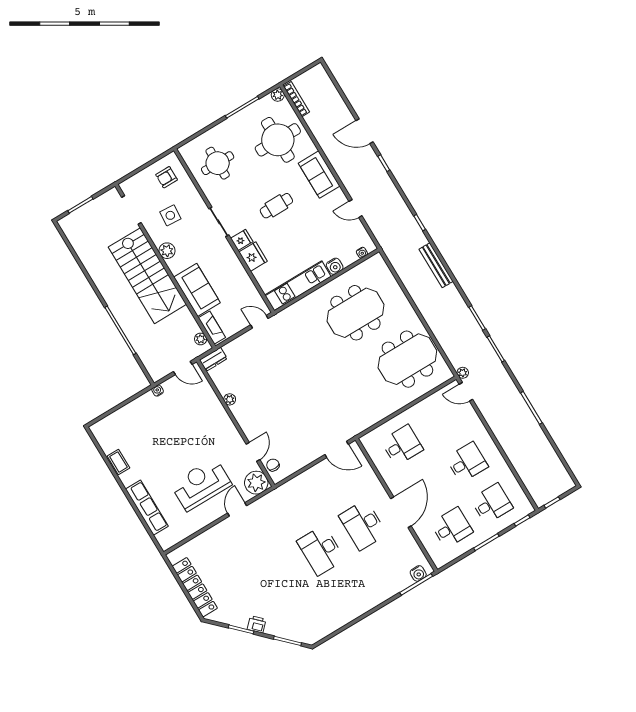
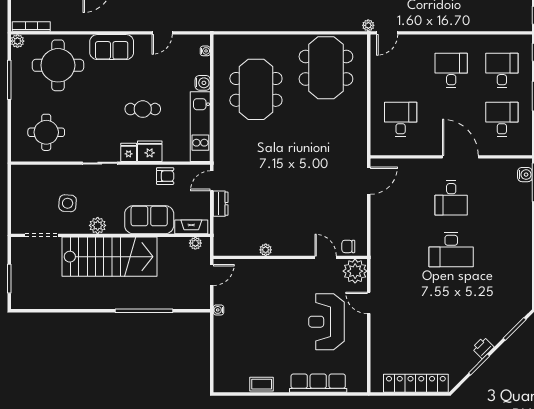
armchair: (167, 177) -> (165, 176), moved, turned -90
cafe table: (276, 206) -> (143, 109), moved, turned 90
dresser: (213, 359) -> (221, 204), moved
desk: (363, 525) -> (451, 198), width x0.73

